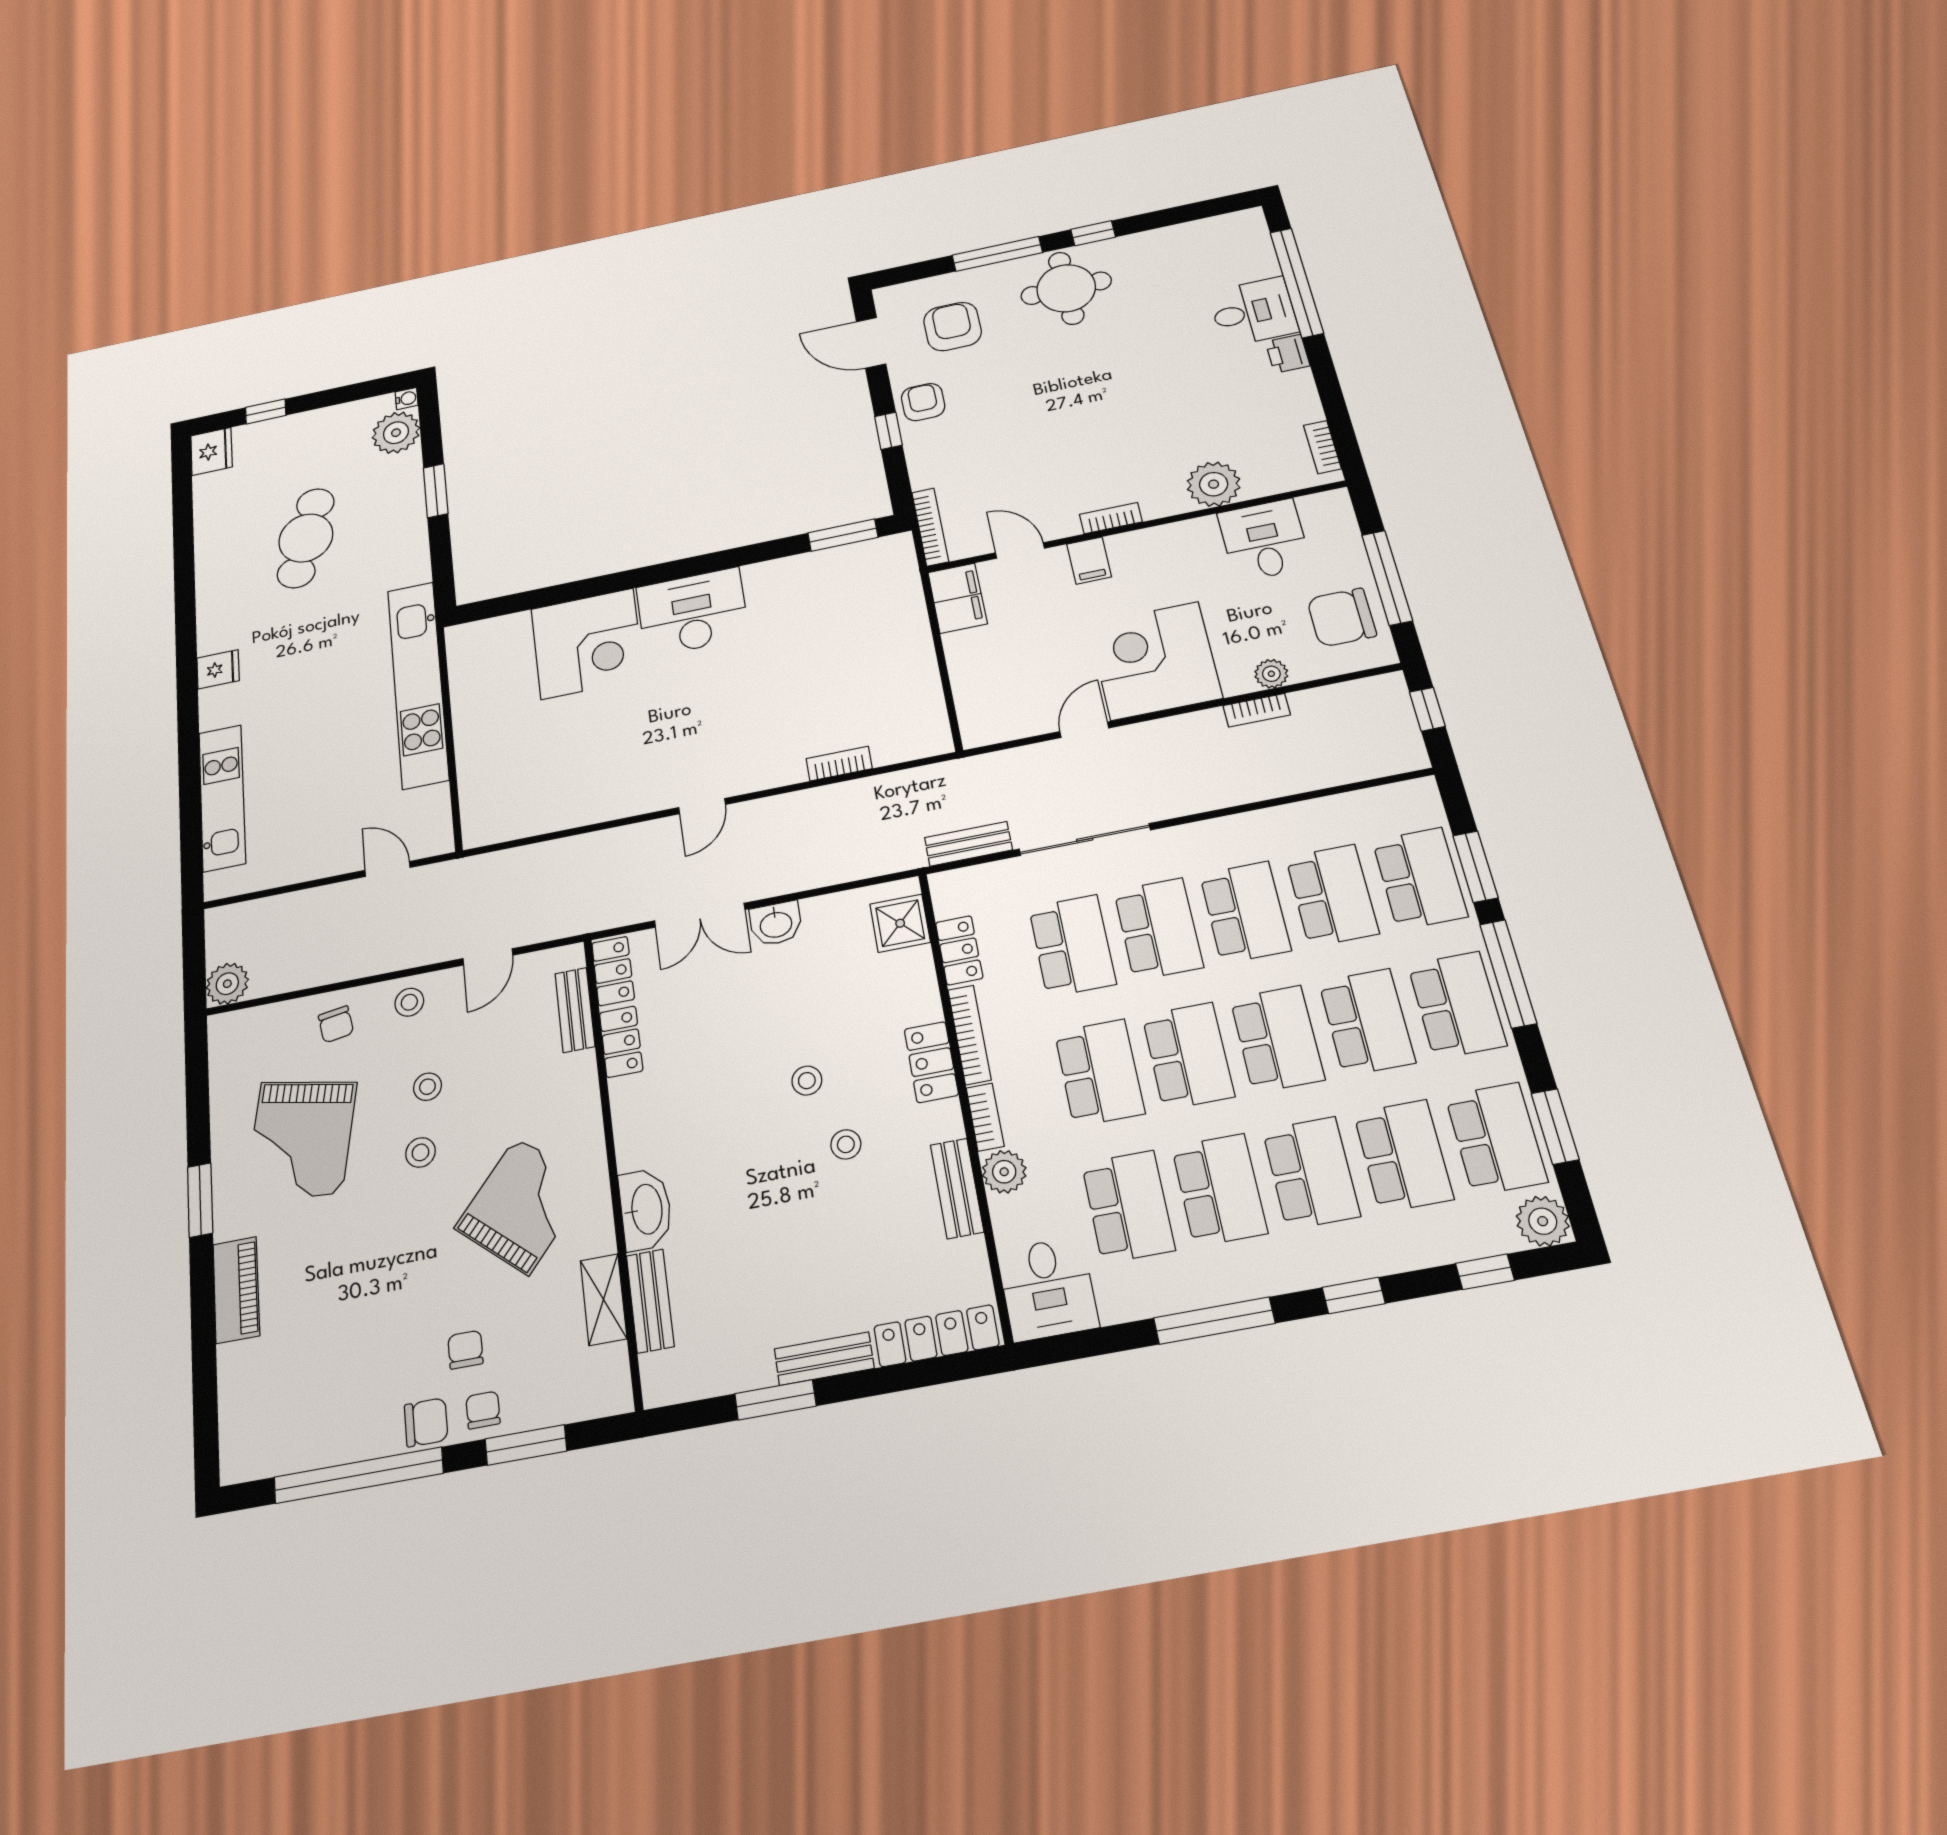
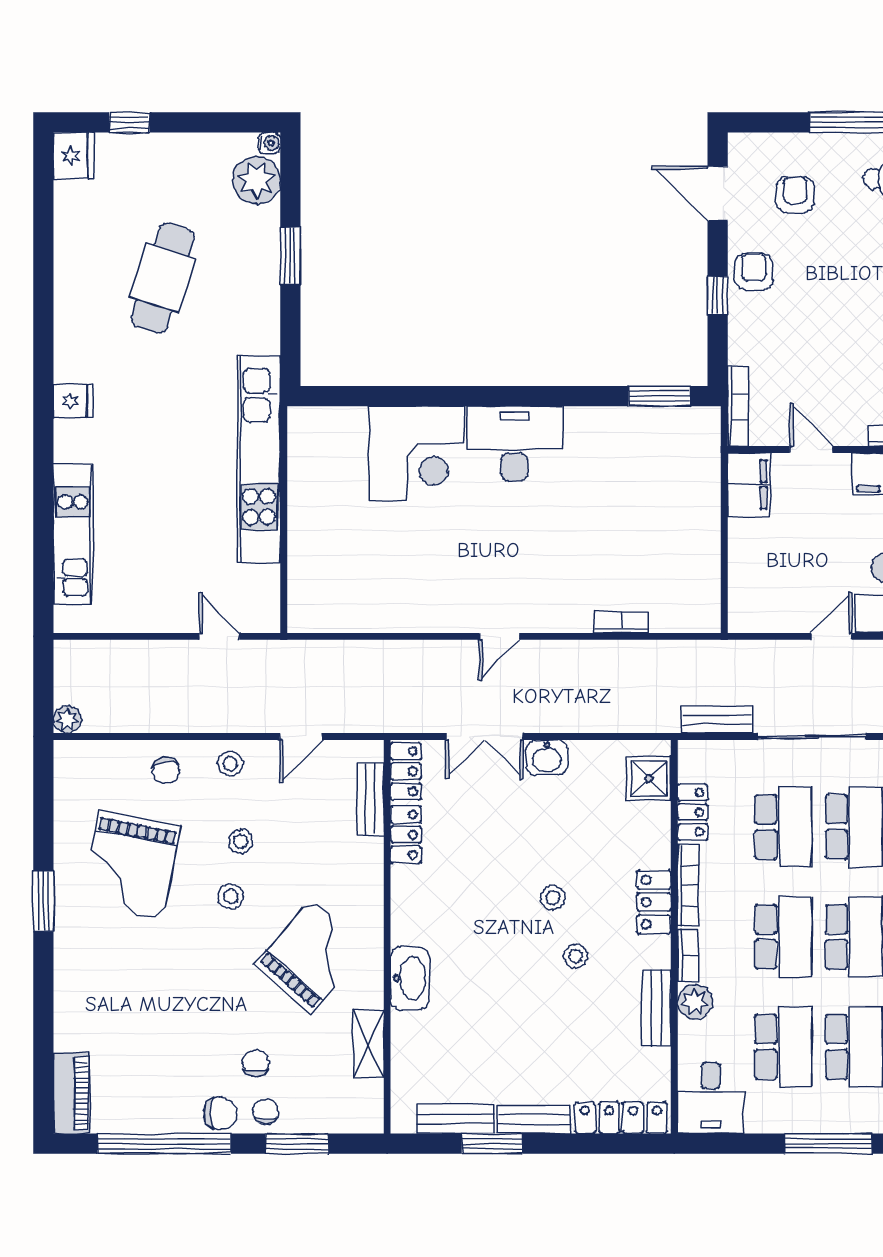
armchair: (953, 327) -> (795, 195), width x0.72, depth x0.72
plant: (227, 984) -> (67, 719), width x0.73, depth x0.73
piano: (236, 1290) -> (72, 1093), moved
bench: (650, 1301) -> (455, 1119), moved, turned 90

